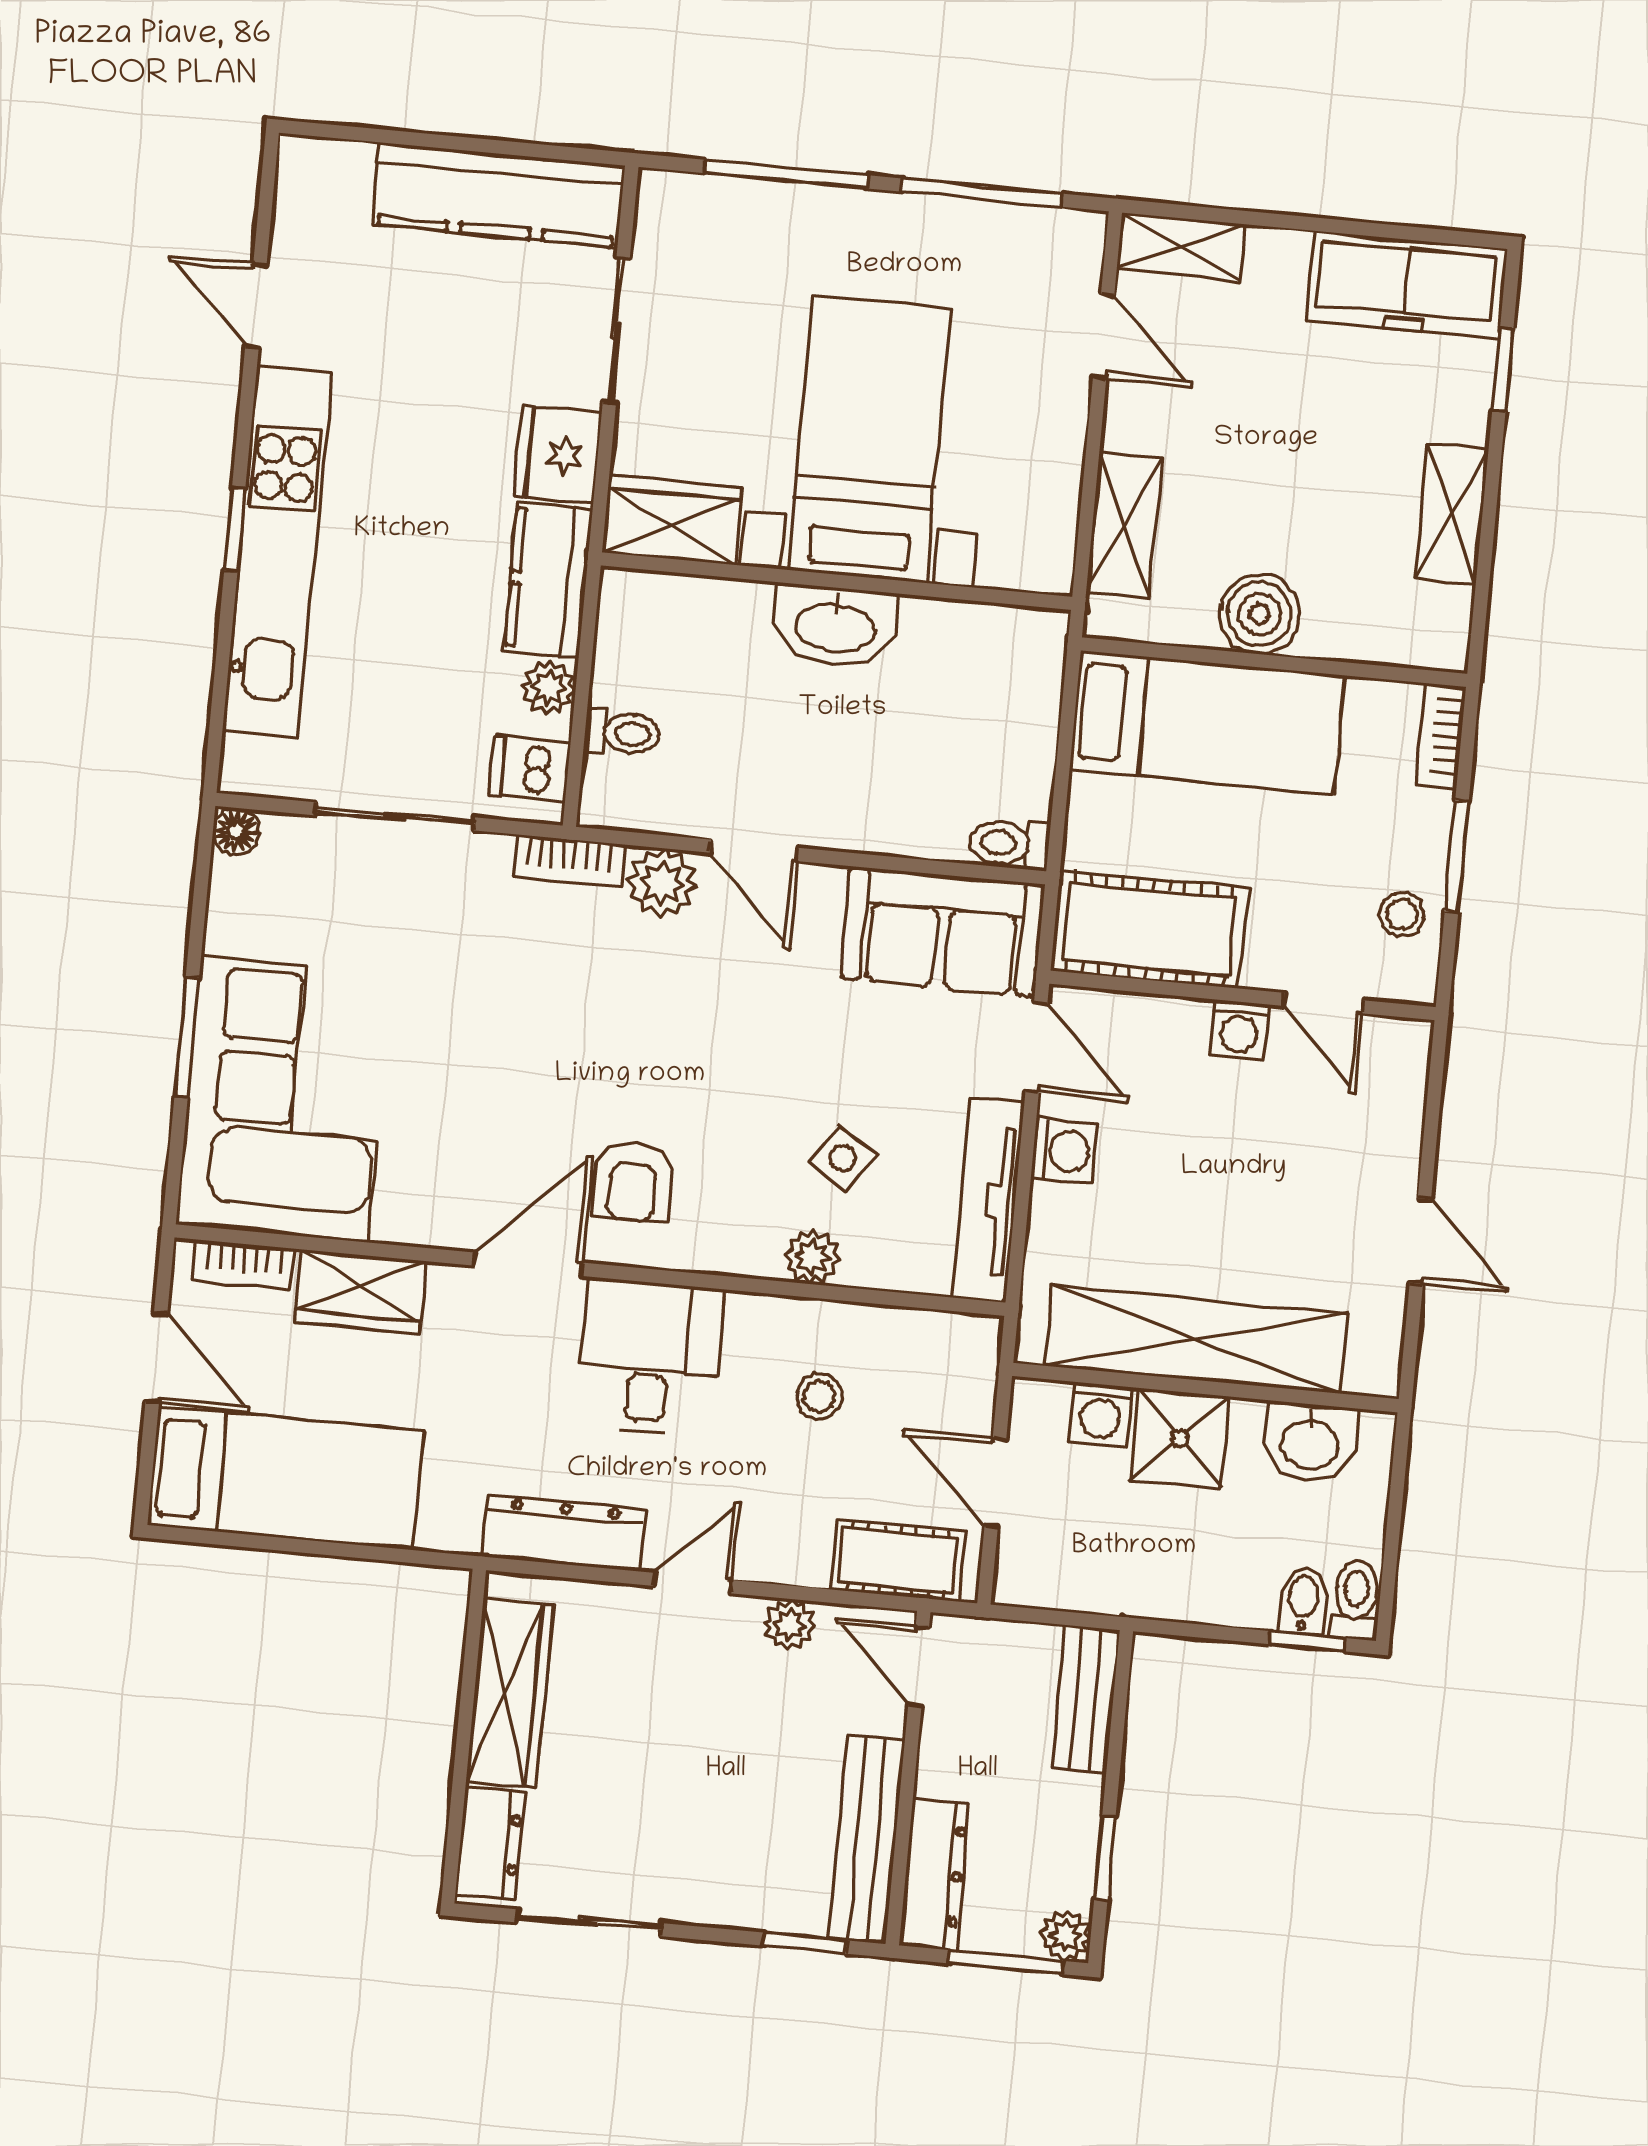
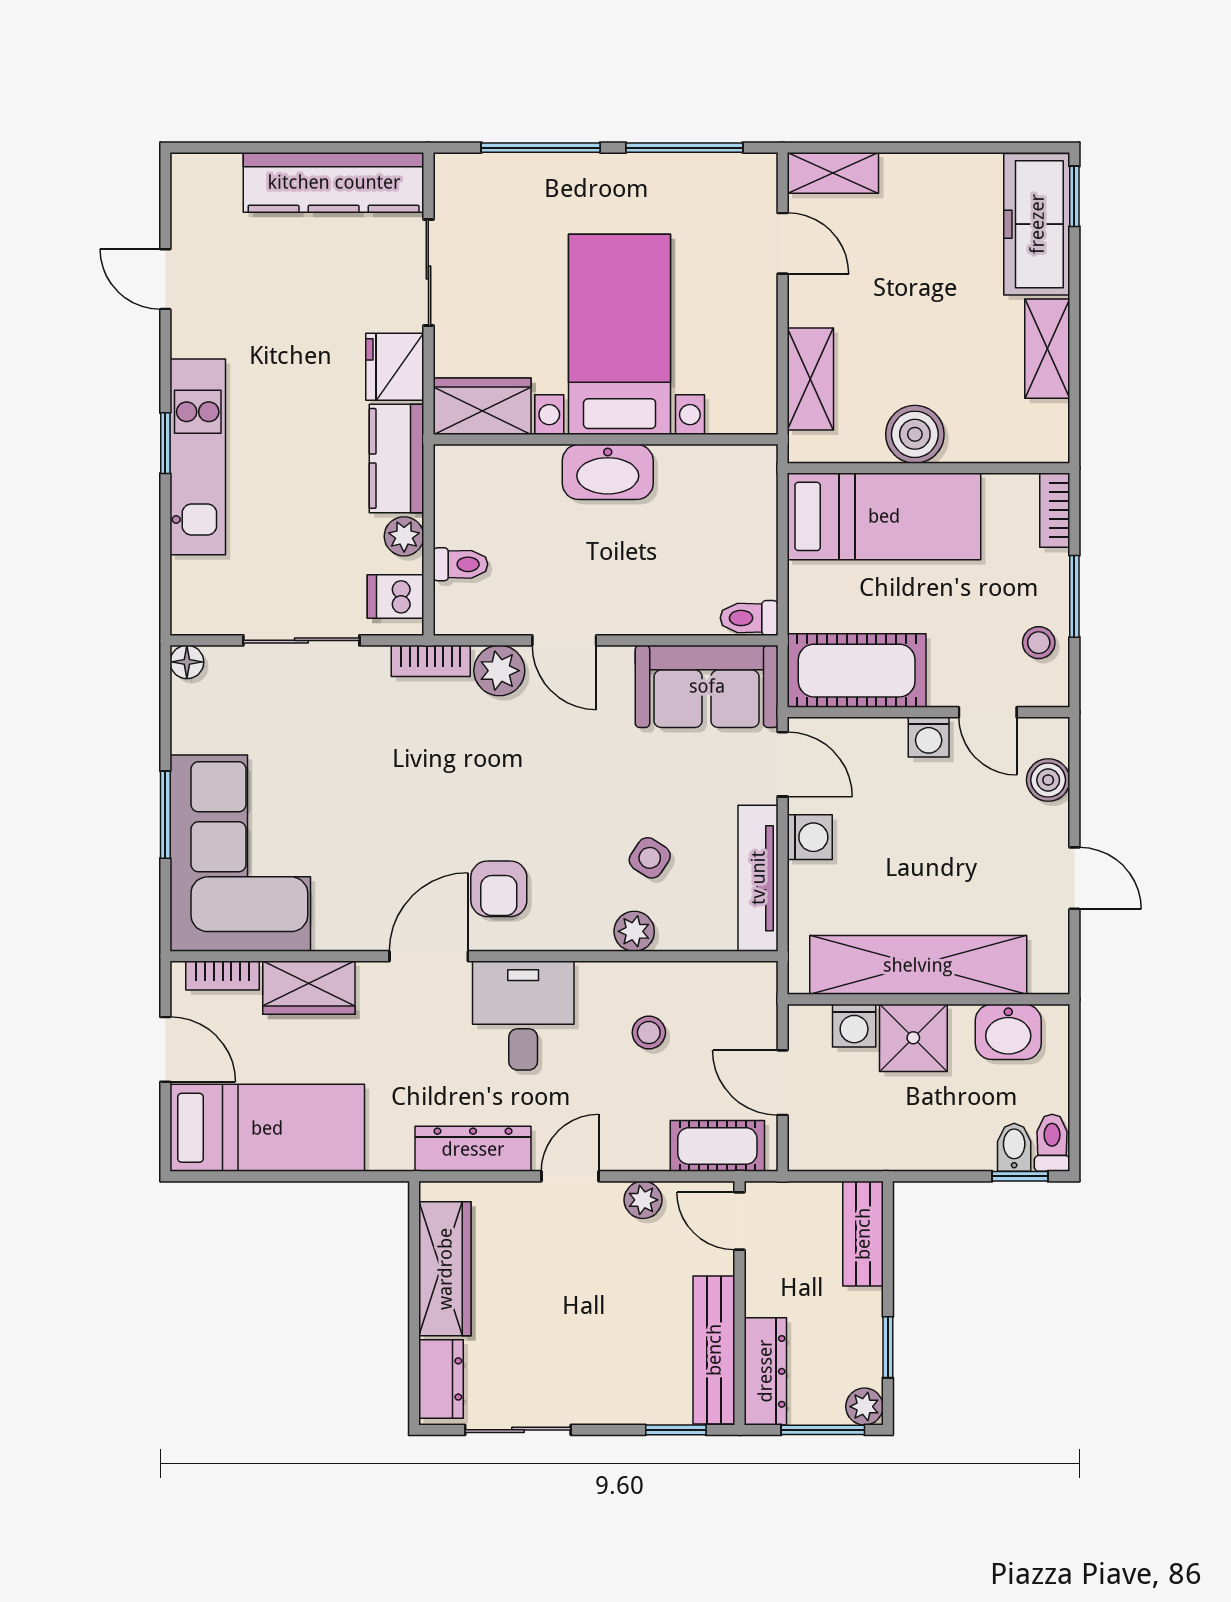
freezer: (1407, 285) -> (1037, 224), moved, turned 90
window: (1503, 370) -> (1074, 196), moved
kitchen unit: (277, 552) -> (198, 457), width x0.73
boiler: (1397, 1103) -> (1048, 780), added

